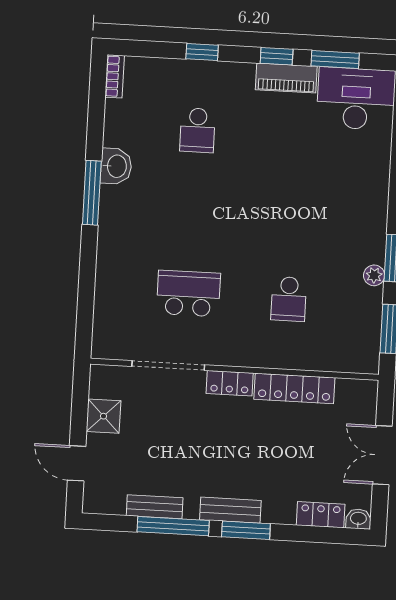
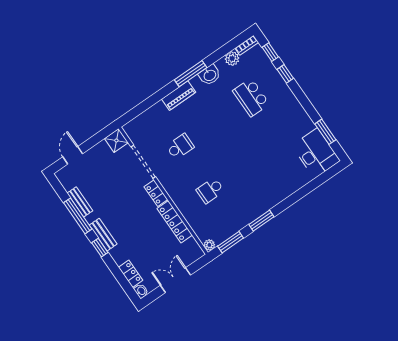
window: (277, 56) -> (270, 52), moved
piano: (286, 78) -> (179, 96), moved, turned -90
plant: (117, 113) -> (232, 58), added
school desk: (198, 130) -> (251, 97), width x1.85
plant: (374, 275) -> (209, 245), moved
school desk: (188, 293) -> (180, 147), width x0.54
shower: (103, 416) -> (116, 140), moved
window: (246, 530) -> (100, 248), width x0.67

